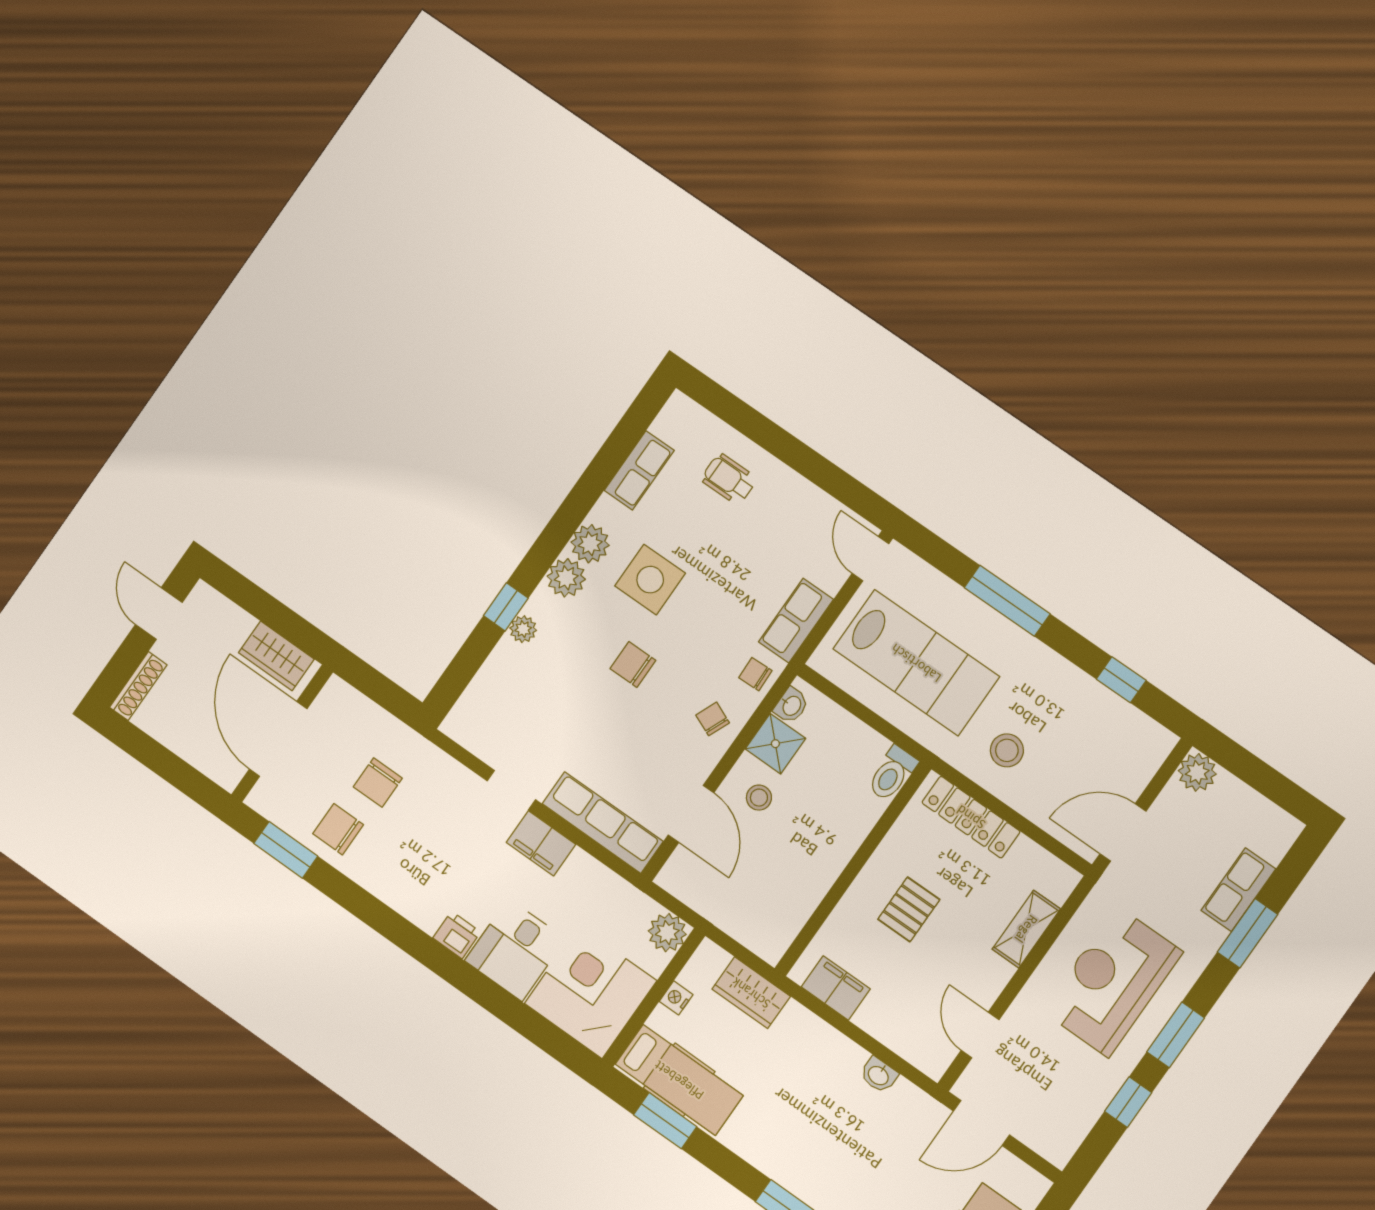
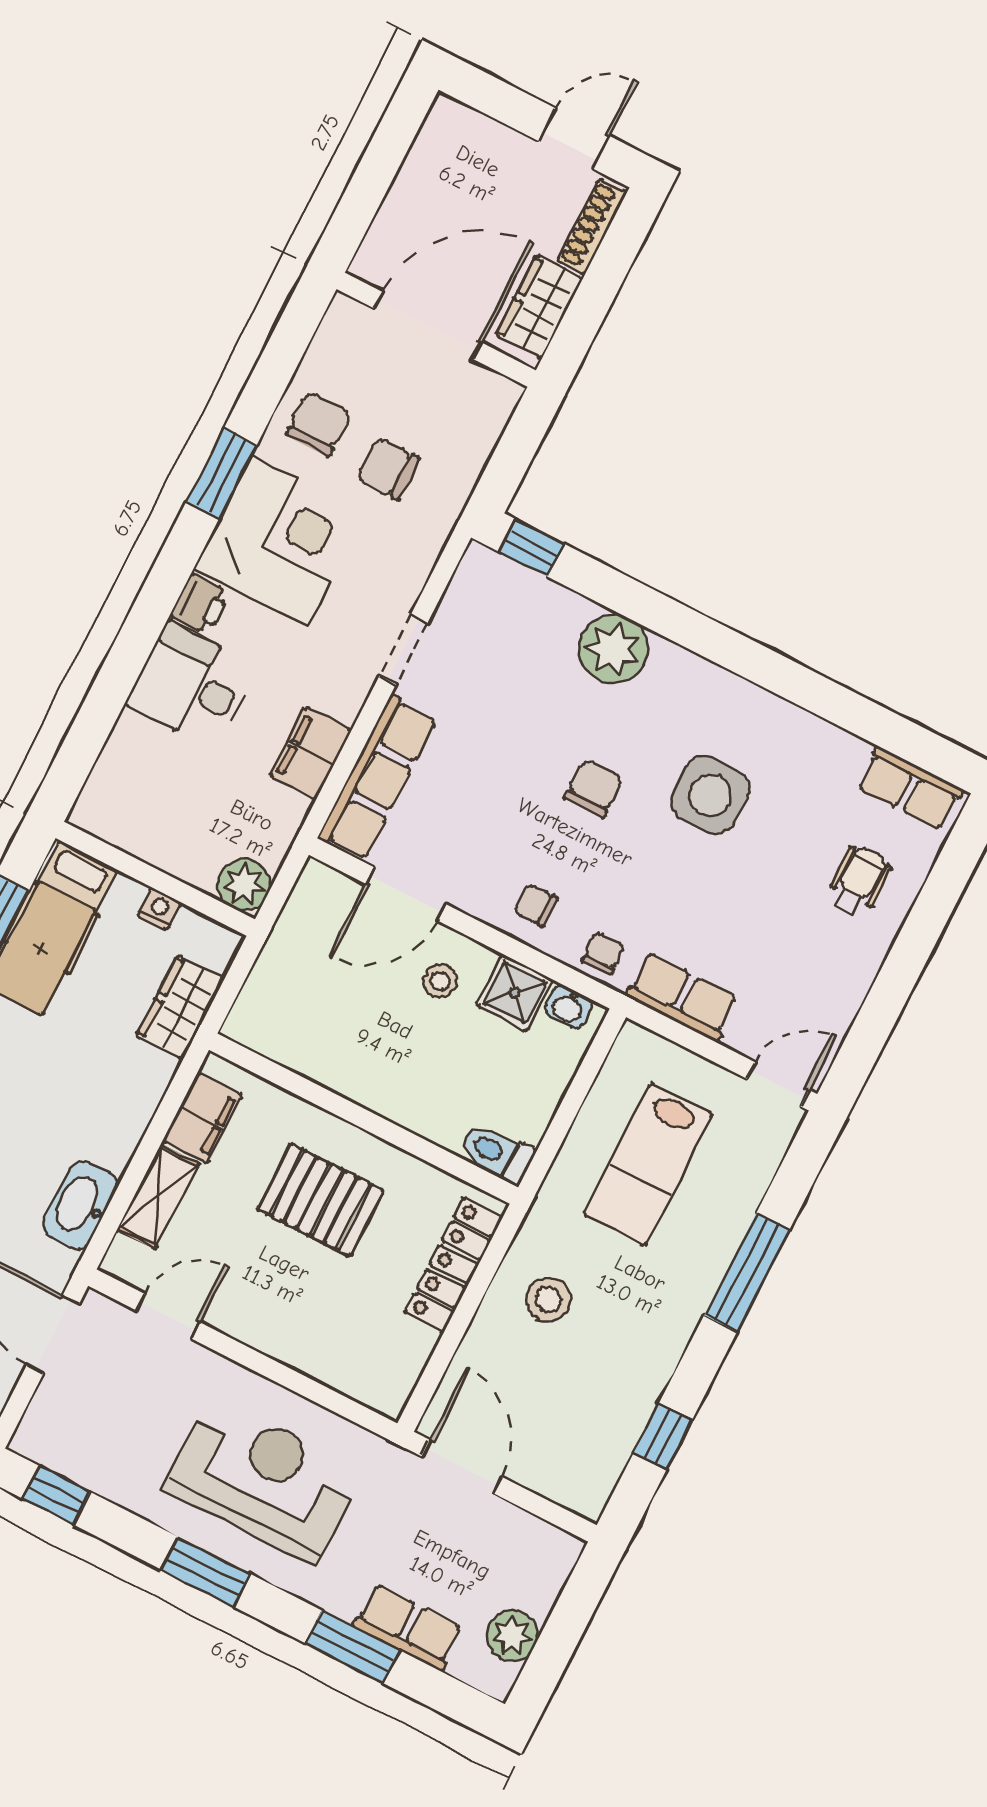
row of seats: (639, 470) -> (910, 788), moved
plant: (590, 544) -> (747, 708), removed
plant: (566, 578) -> (697, 683), removed
window: (506, 607) -> (532, 548), moved
plant: (523, 629) -> (613, 649), width x1.87, depth x1.87
lab bench: (916, 663) -> (648, 1164), width x0.73, depth x0.72
shoe rack: (138, 686) -> (592, 227), moved, turned 90
chair: (713, 719) -> (536, 905), turned -113
plant: (1197, 772) -> (512, 1636), moved
filing cabinet: (541, 843) -> (311, 753), moved
window: (286, 850) -> (222, 473), moved
pallet: (909, 909) -> (320, 1200), width x1.50, depth x1.42
shelving: (1026, 929) -> (158, 1197), moved, turned 90
corner desk: (591, 992) -> (280, 541), moved
washbasin: (879, 1075) -> (80, 1205), width x1.91, depth x1.45
window: (1128, 1102) -> (56, 1495), moved

